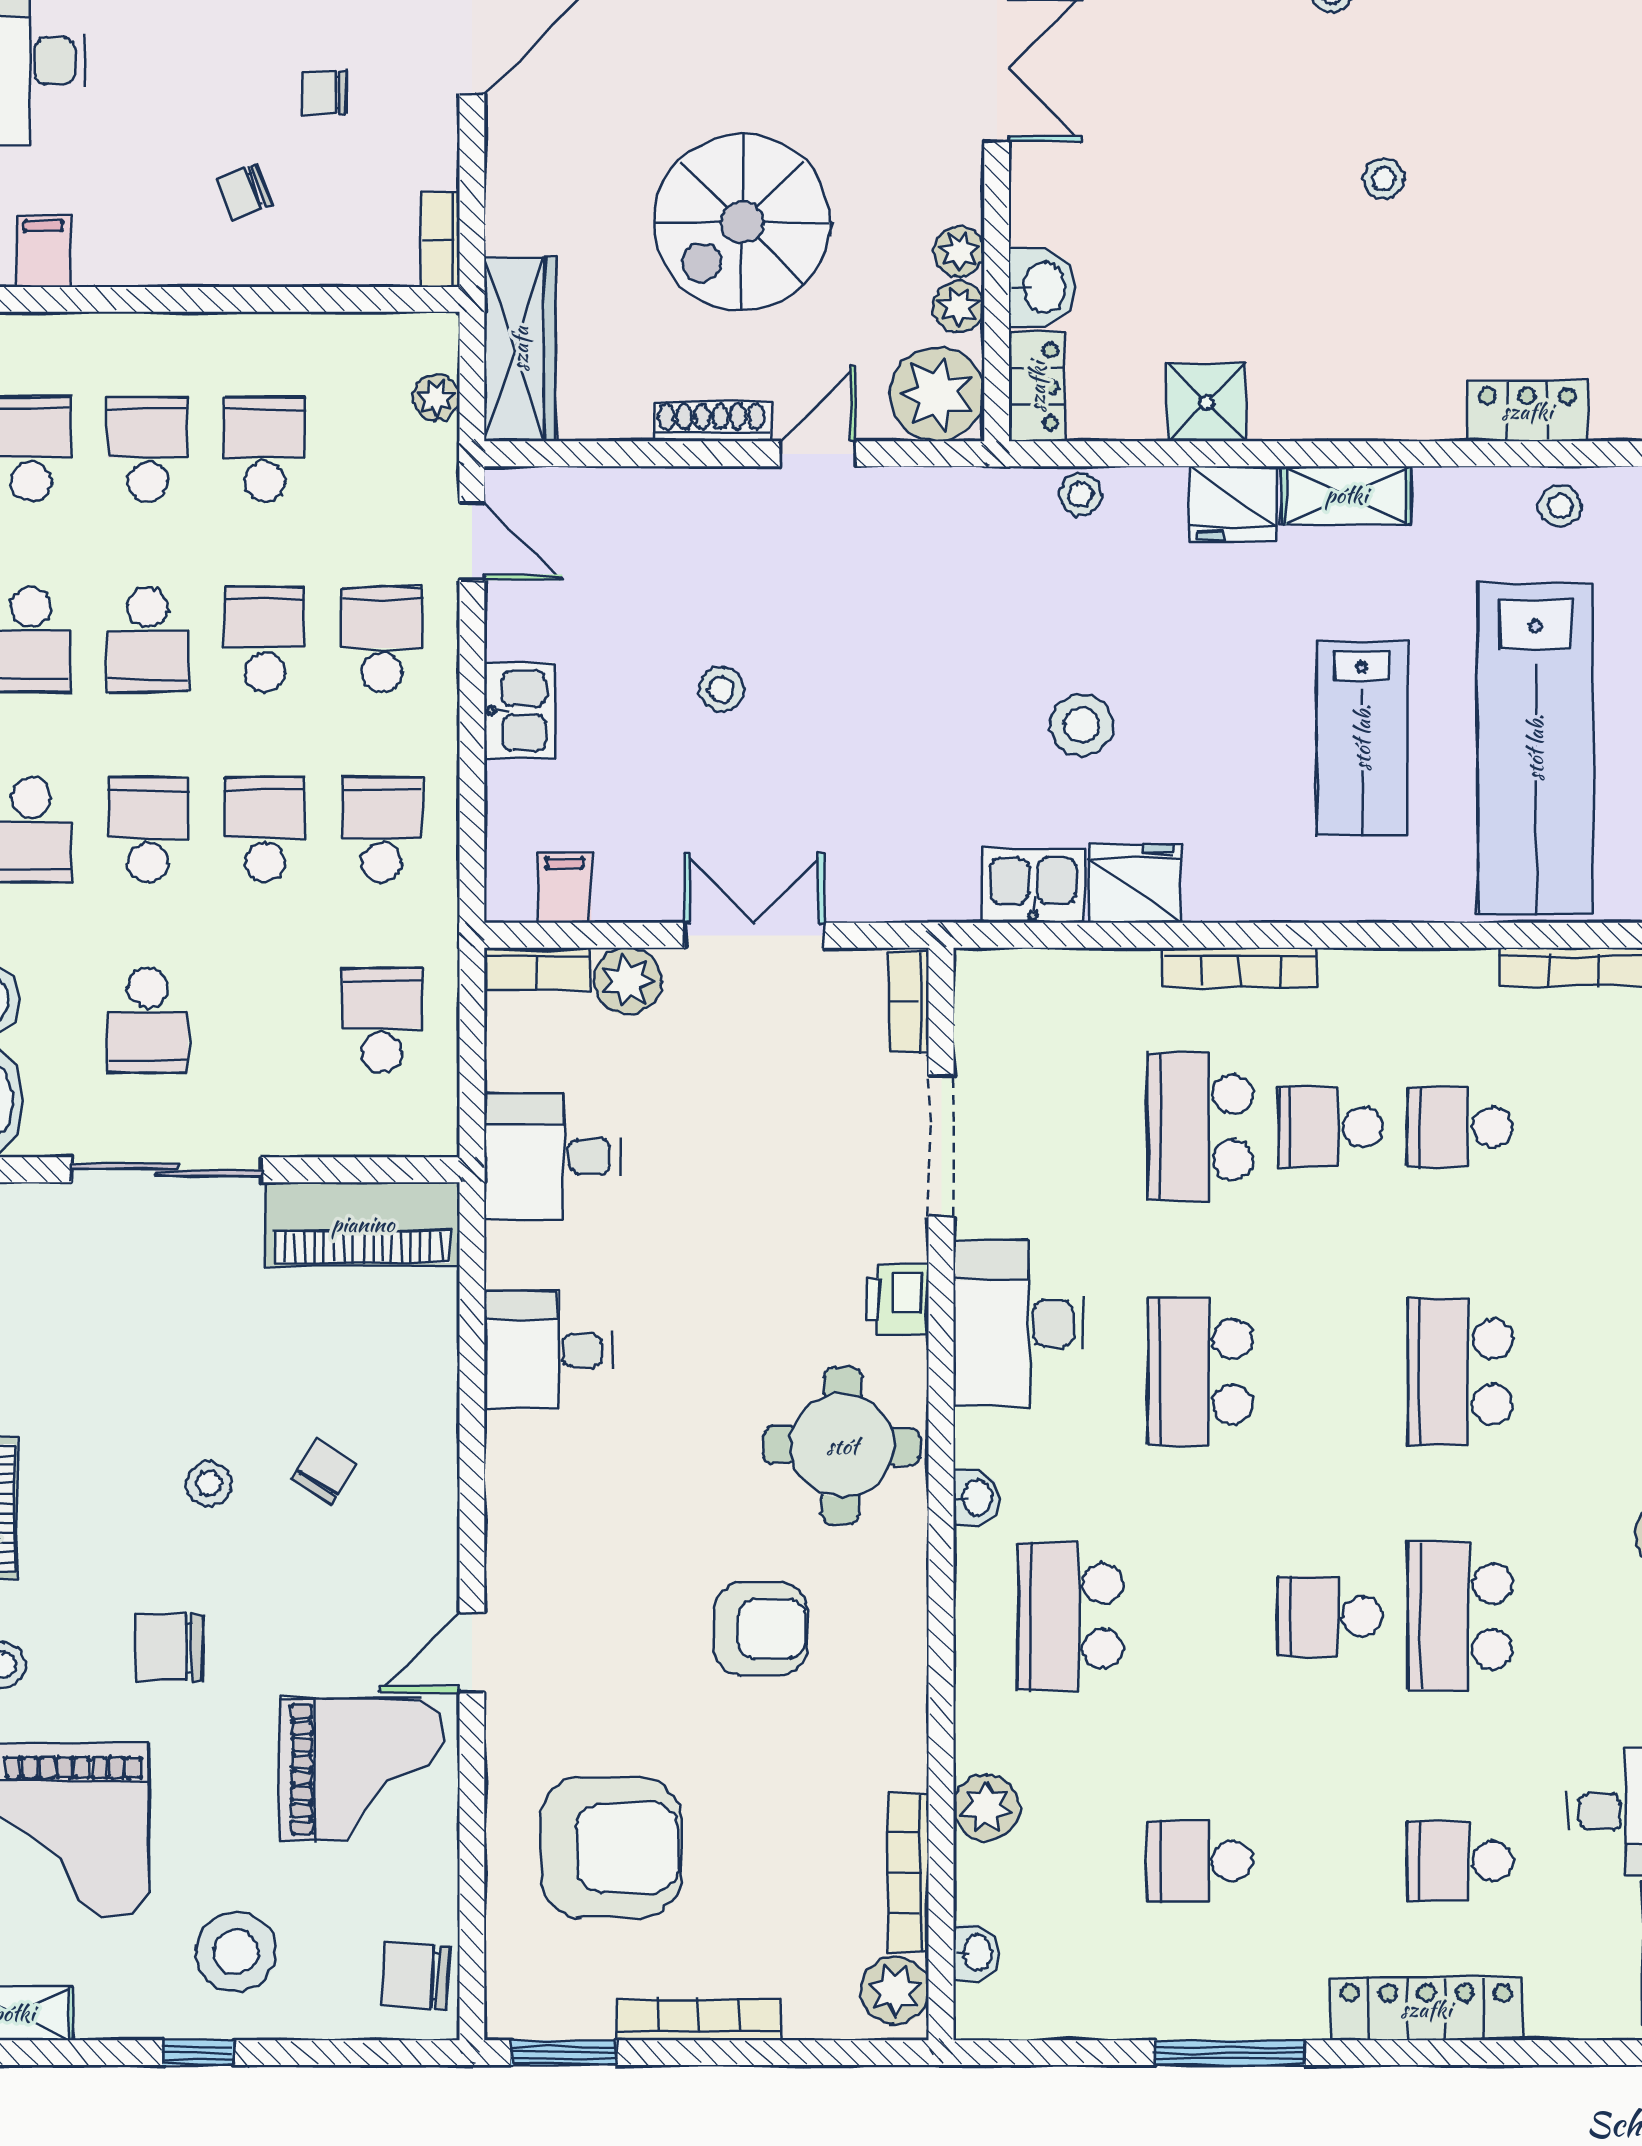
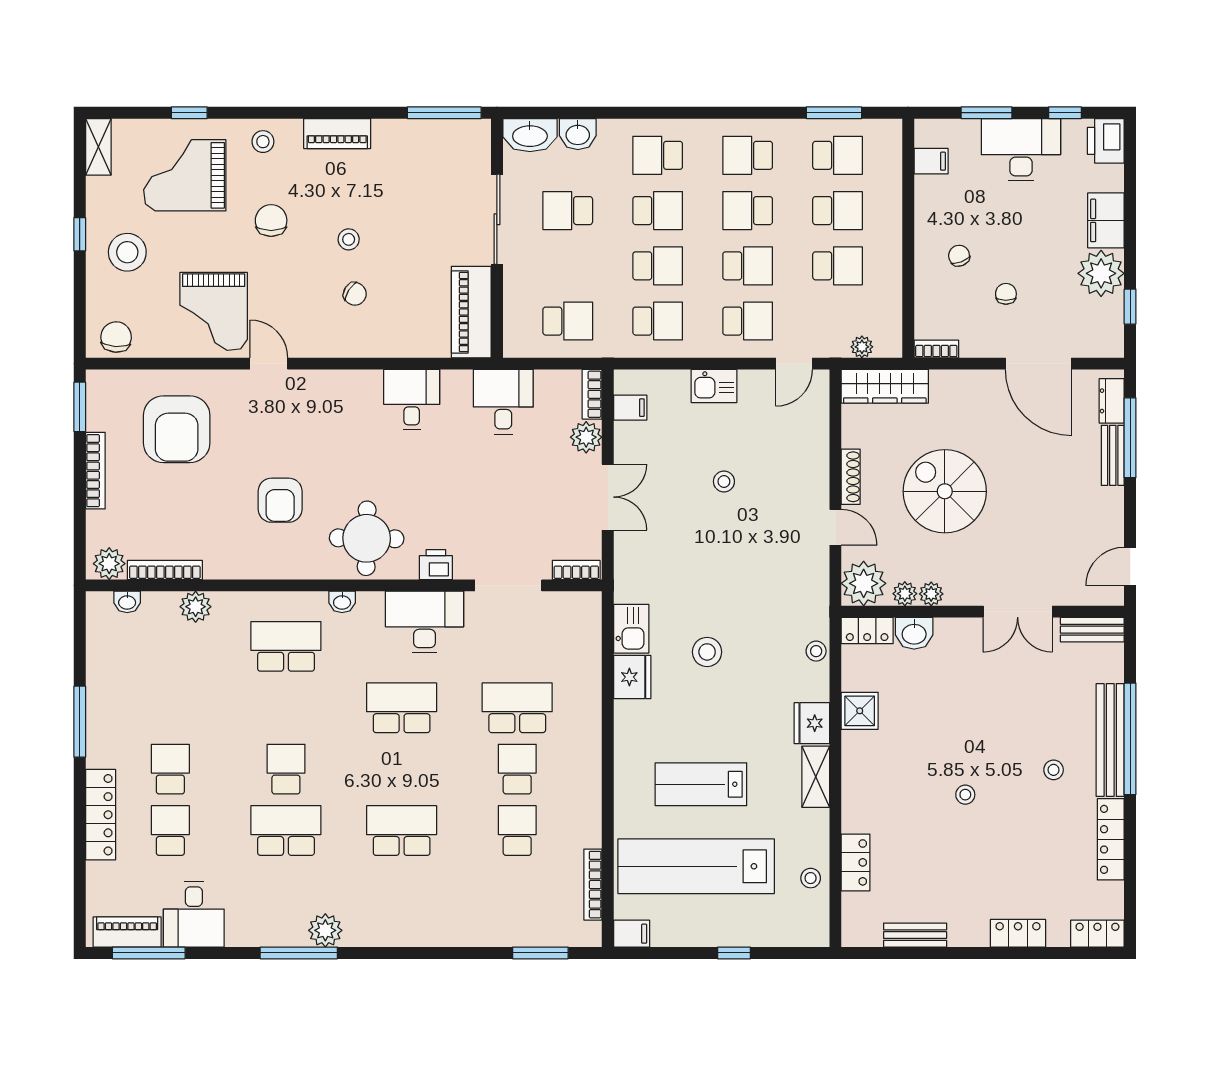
bookcase: (1240, 967) -> (593, 727), removed
school desk: (1200, 1861) -> (170, 769), moved

